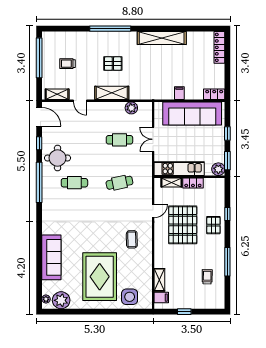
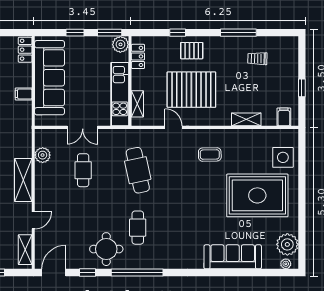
cafe table: (119, 183) -> (138, 170), width x1.37, depth x1.35
locker: (193, 183) -> (138, 56), moved
shelving: (159, 280) -> (246, 119), moved

